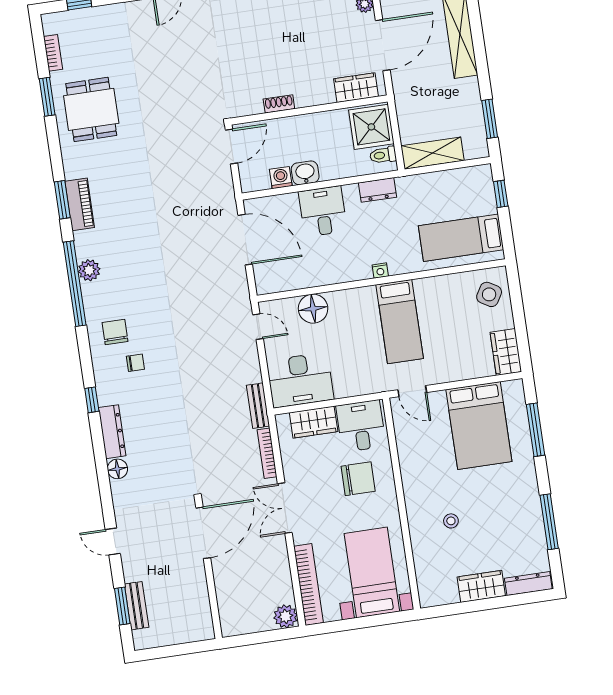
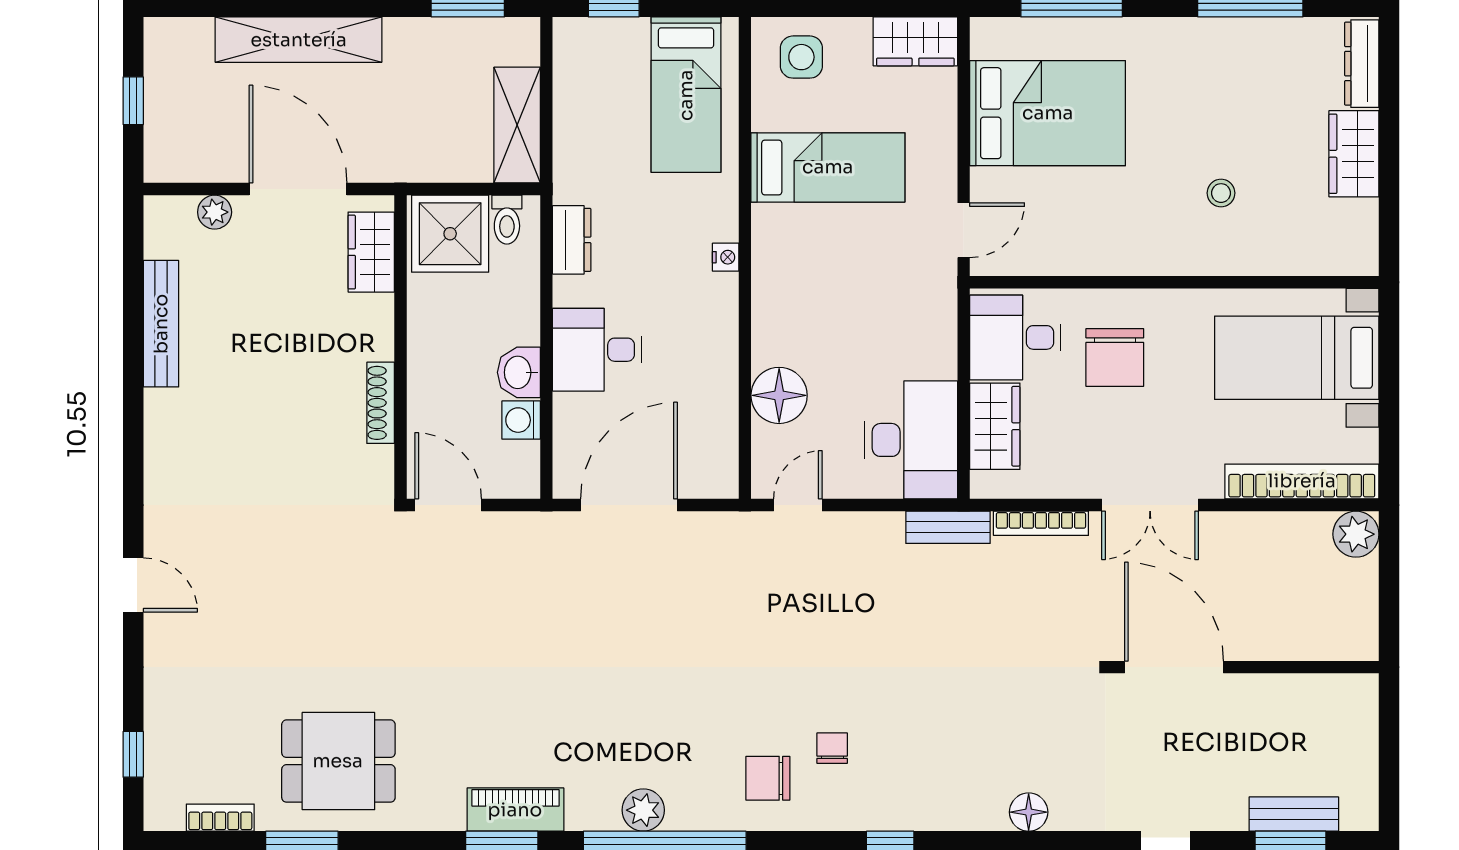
shoe rack: (279, 104) -> (381, 403), width x1.43
side table: (489, 294) -> (801, 57), turned -31
bed: (400, 322) -> (828, 167), moved
dresser: (112, 432) -> (956, 812), removed
chair: (358, 479) -> (1115, 357), turned 180

